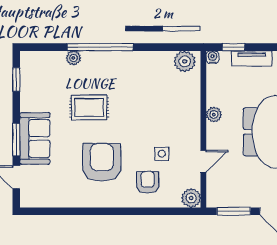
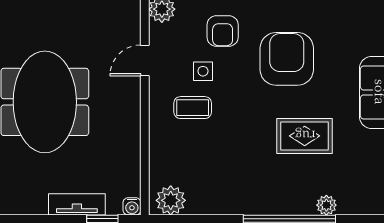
plant: (214, 115) -> (130, 126), removed
coffee table: (169, 128) -> (193, 108), added
armchair: (102, 162) -> (287, 59), turned 180

